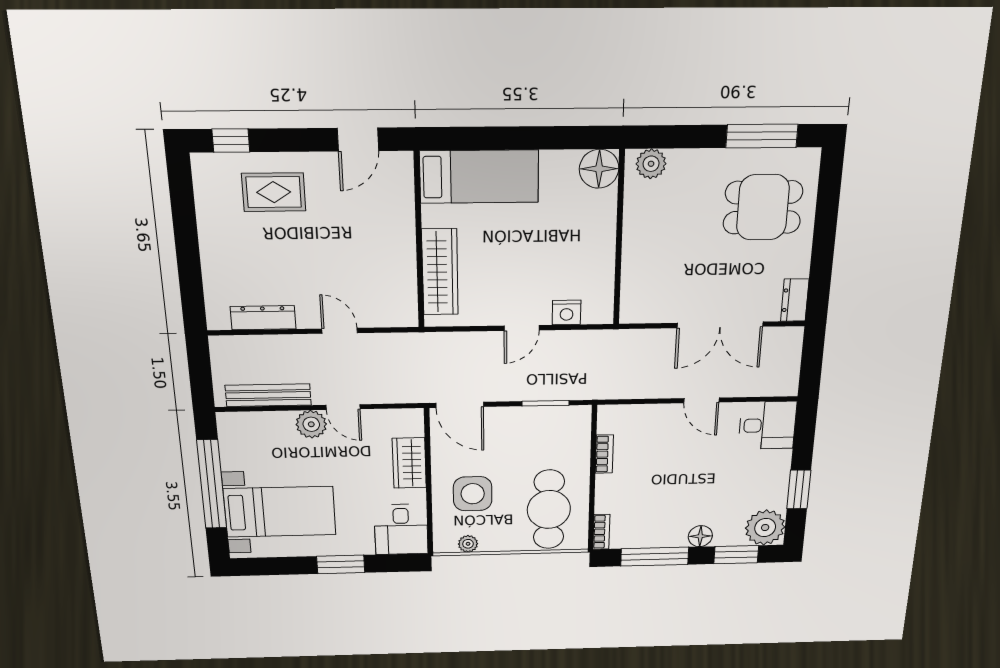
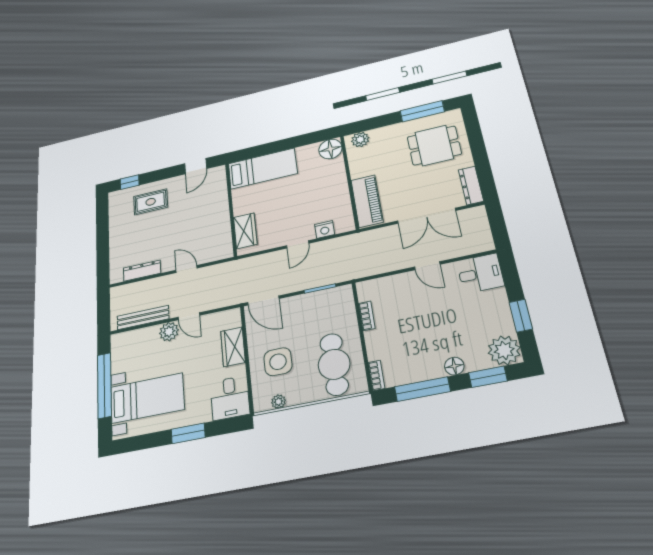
wardrobe: (440, 272) -> (245, 231), width x0.67
piano: (639, 280) -> (367, 201), added
dresser: (795, 300) -> (471, 185), width x1.44

